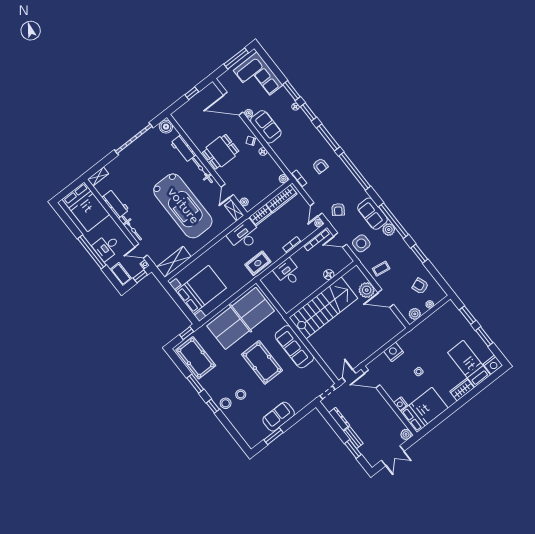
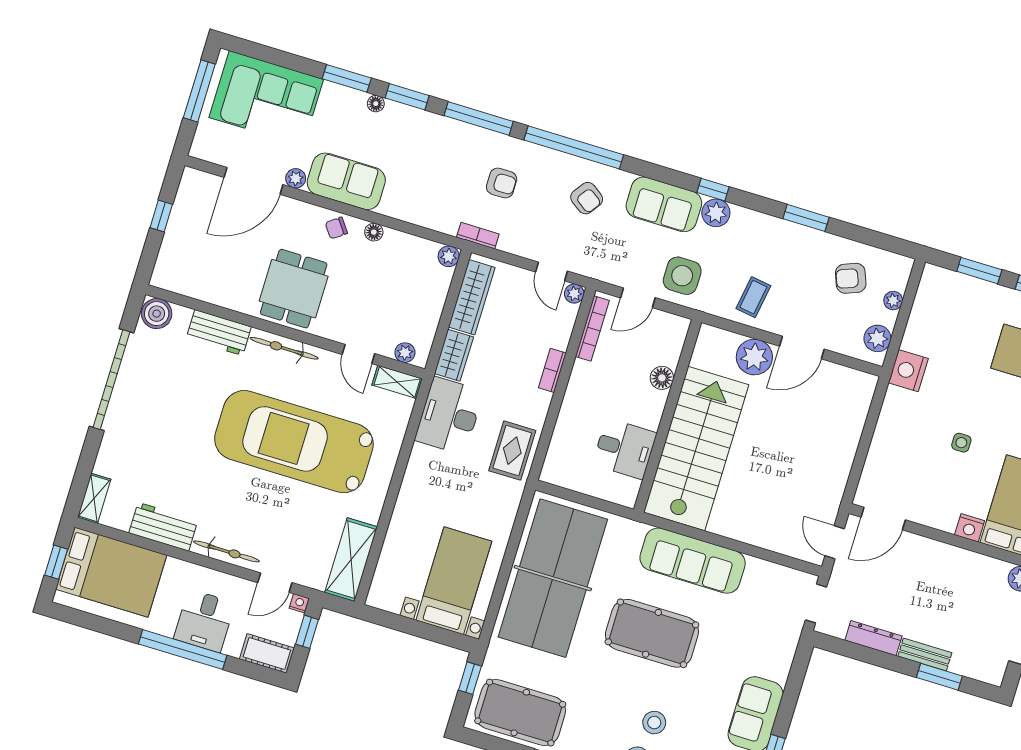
window: (69, 190) -> (56, 562), added
car: (183, 206) -> (294, 442), turned 180
armchair: (338, 209) -> (587, 198), moved
window: (393, 221) -> (713, 190), width x0.32
desk: (288, 273) -> (625, 449), moved, turned 180
bed with nightstands: (201, 290) -> (454, 581), width x0.73
nightstand: (394, 352) -> (908, 371), moved

